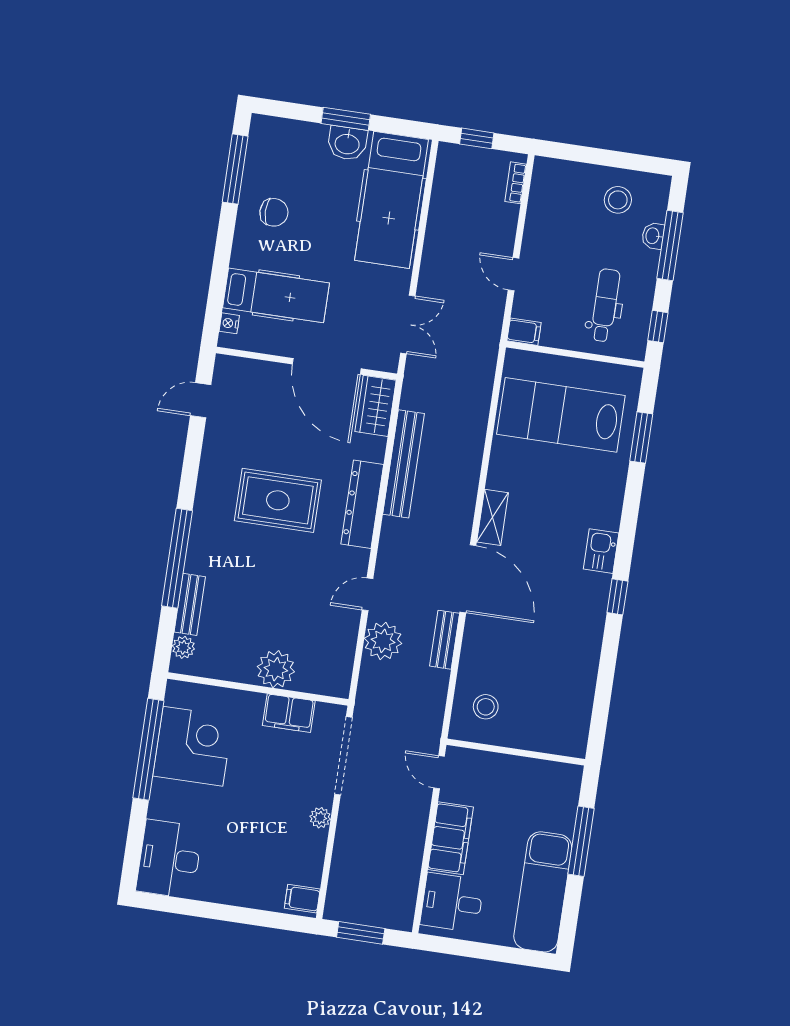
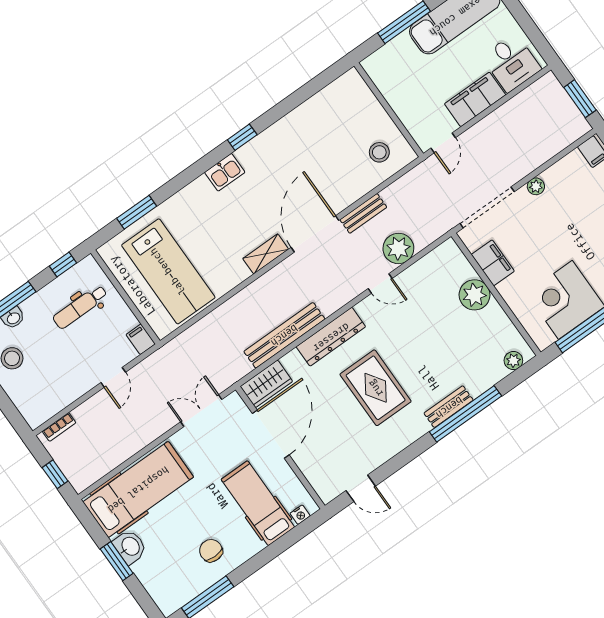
bench: (190, 604) -> (449, 407), moved

